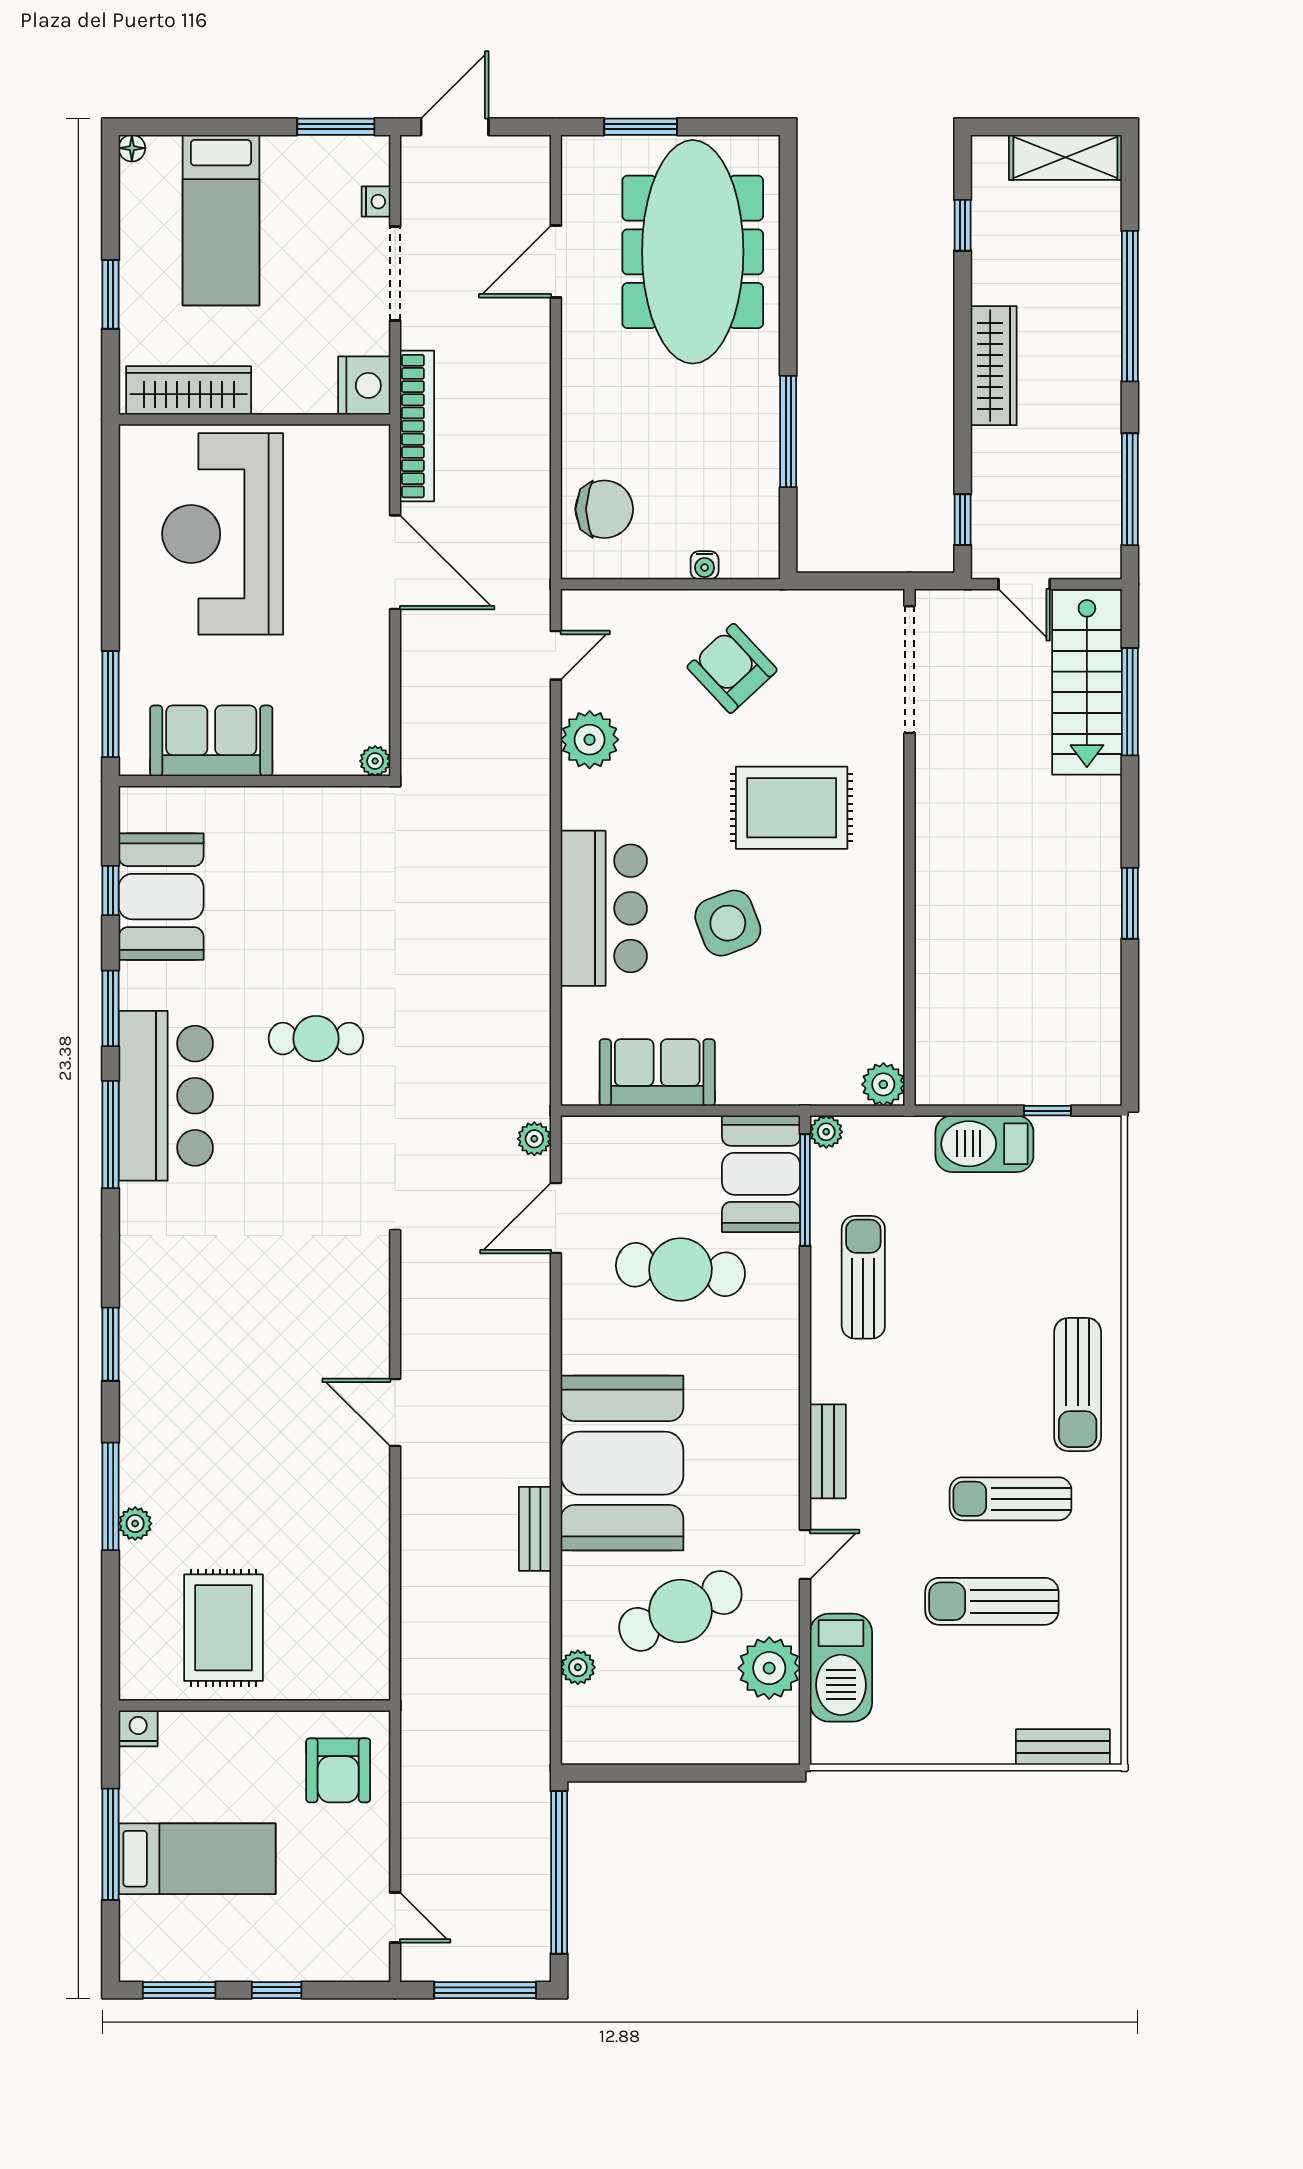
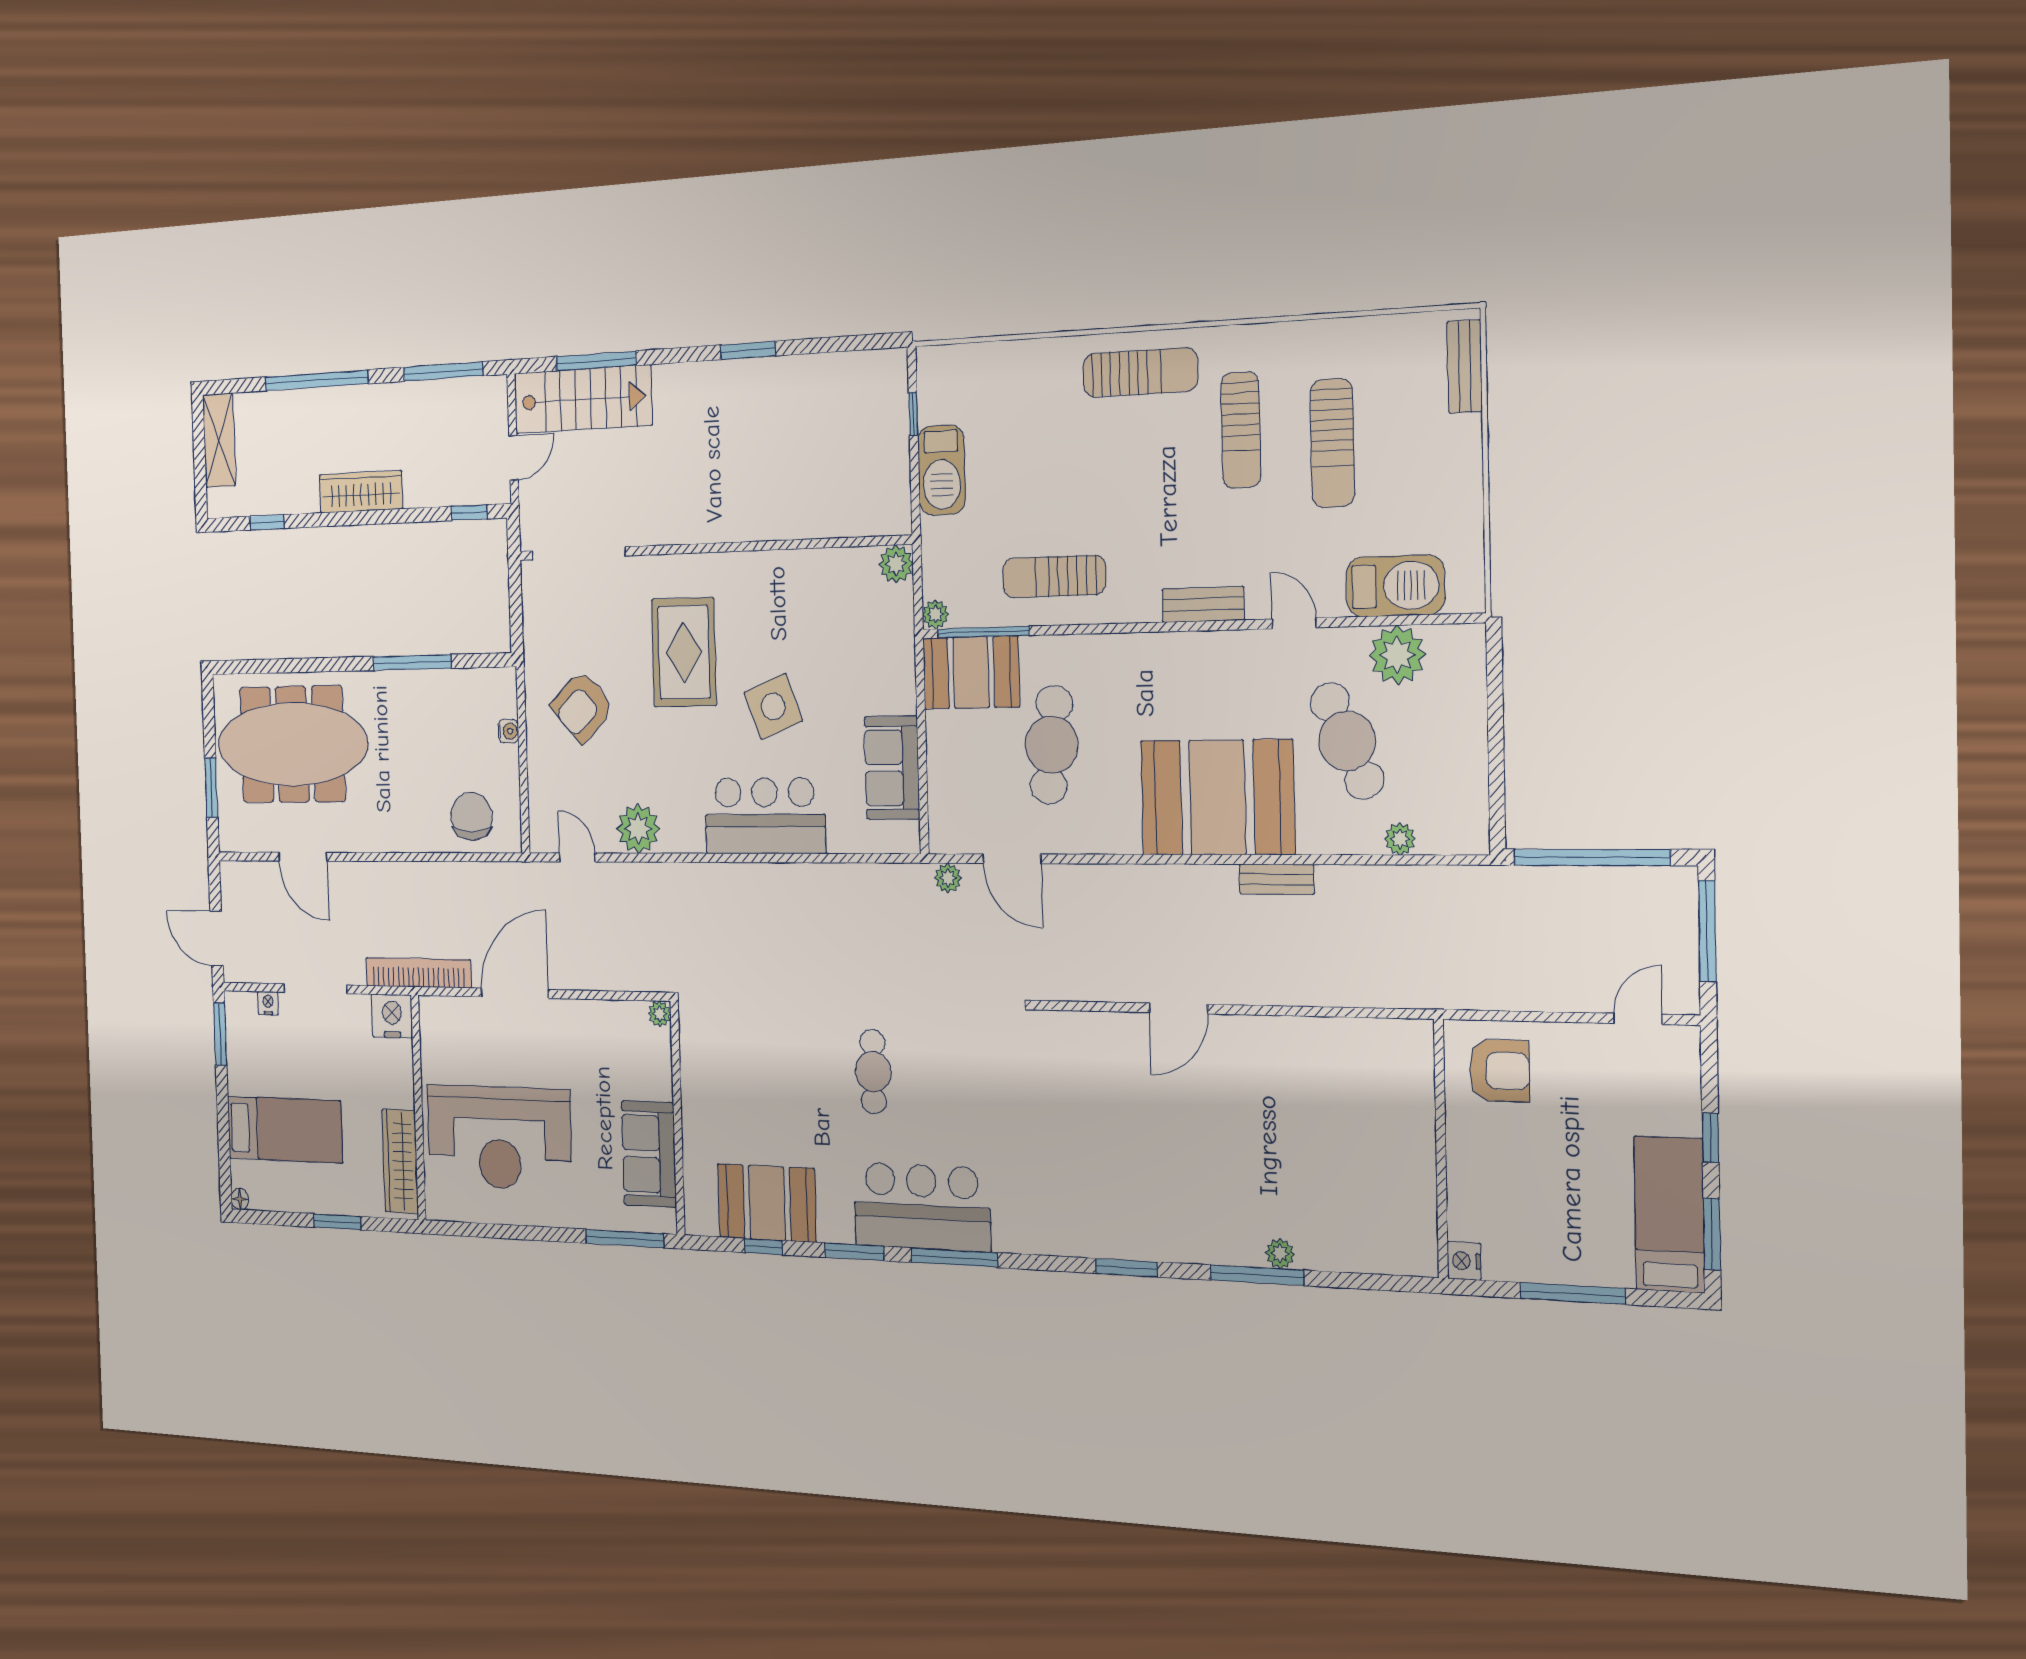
rug: (224, 1628) -> (1371, 1175), removed
bed: (197, 1859) -> (1669, 1214), moved

